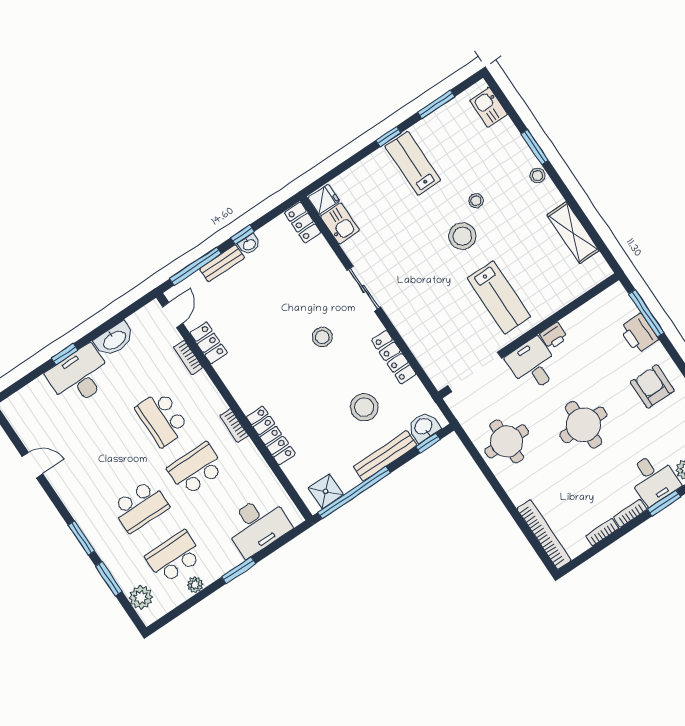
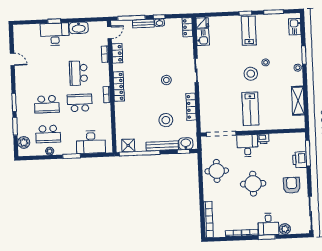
locker: (271, 435) -> (119, 86), moved
school desk: (174, 557) -> (48, 134), turned 180

